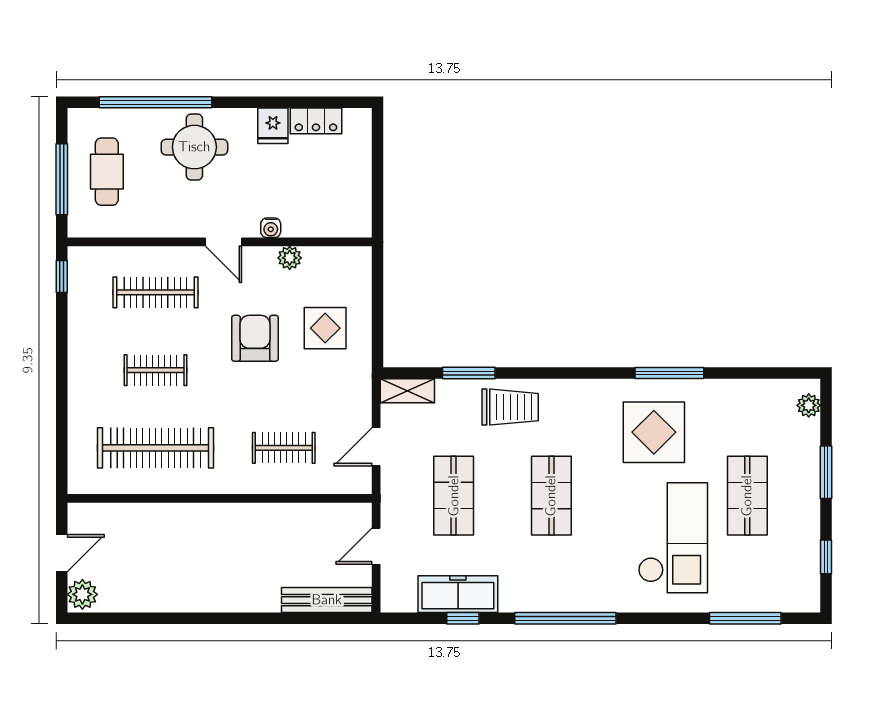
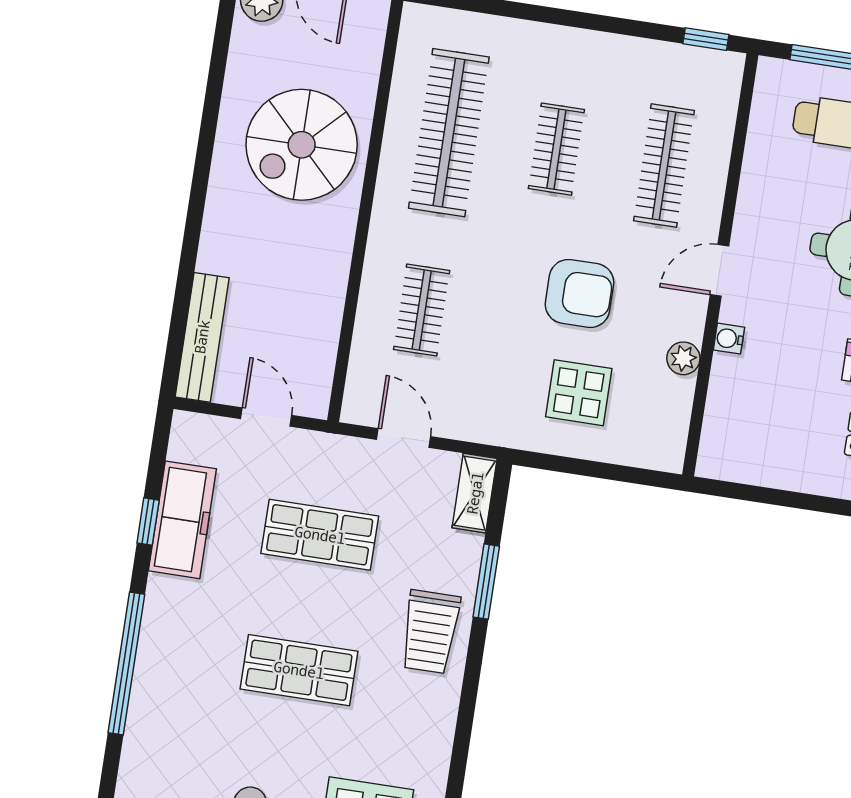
spiral stairs: (180, 551) -> (302, 145), added

